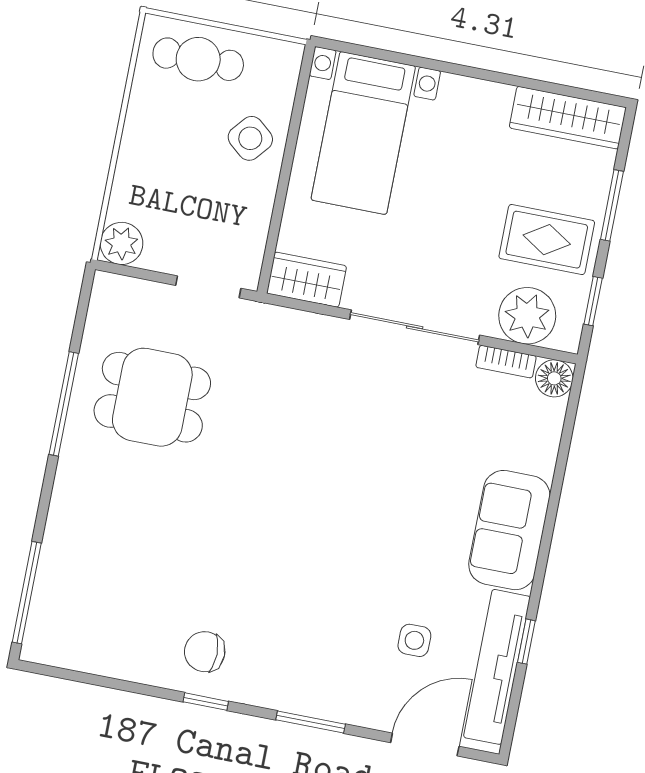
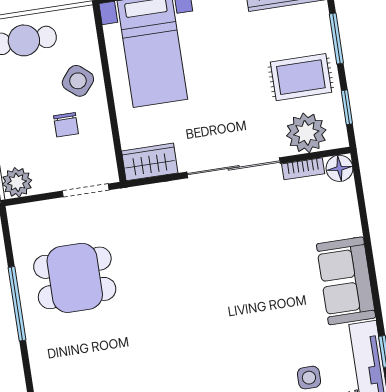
chair: (214, 191) -> (66, 125), added

